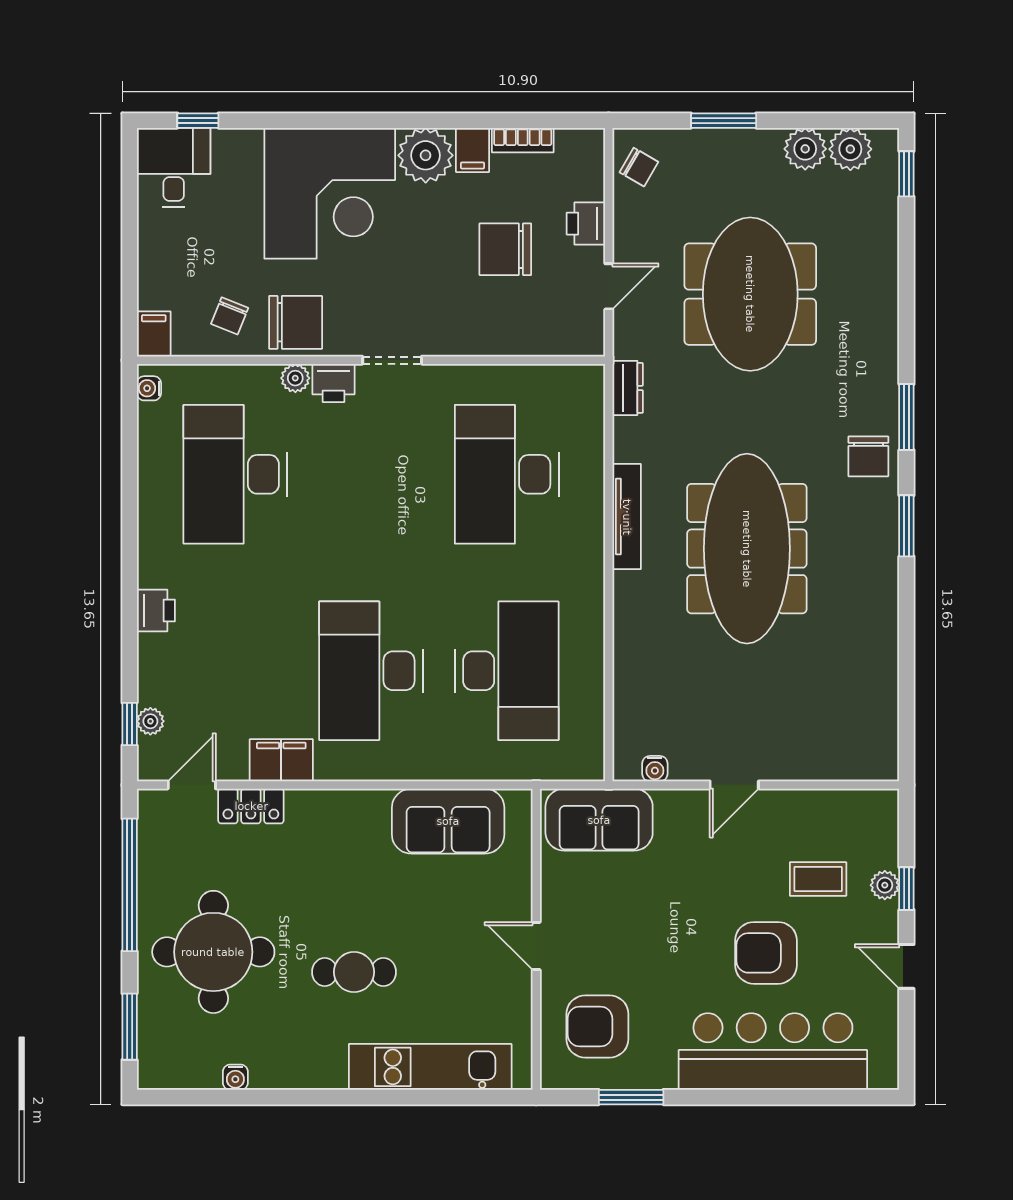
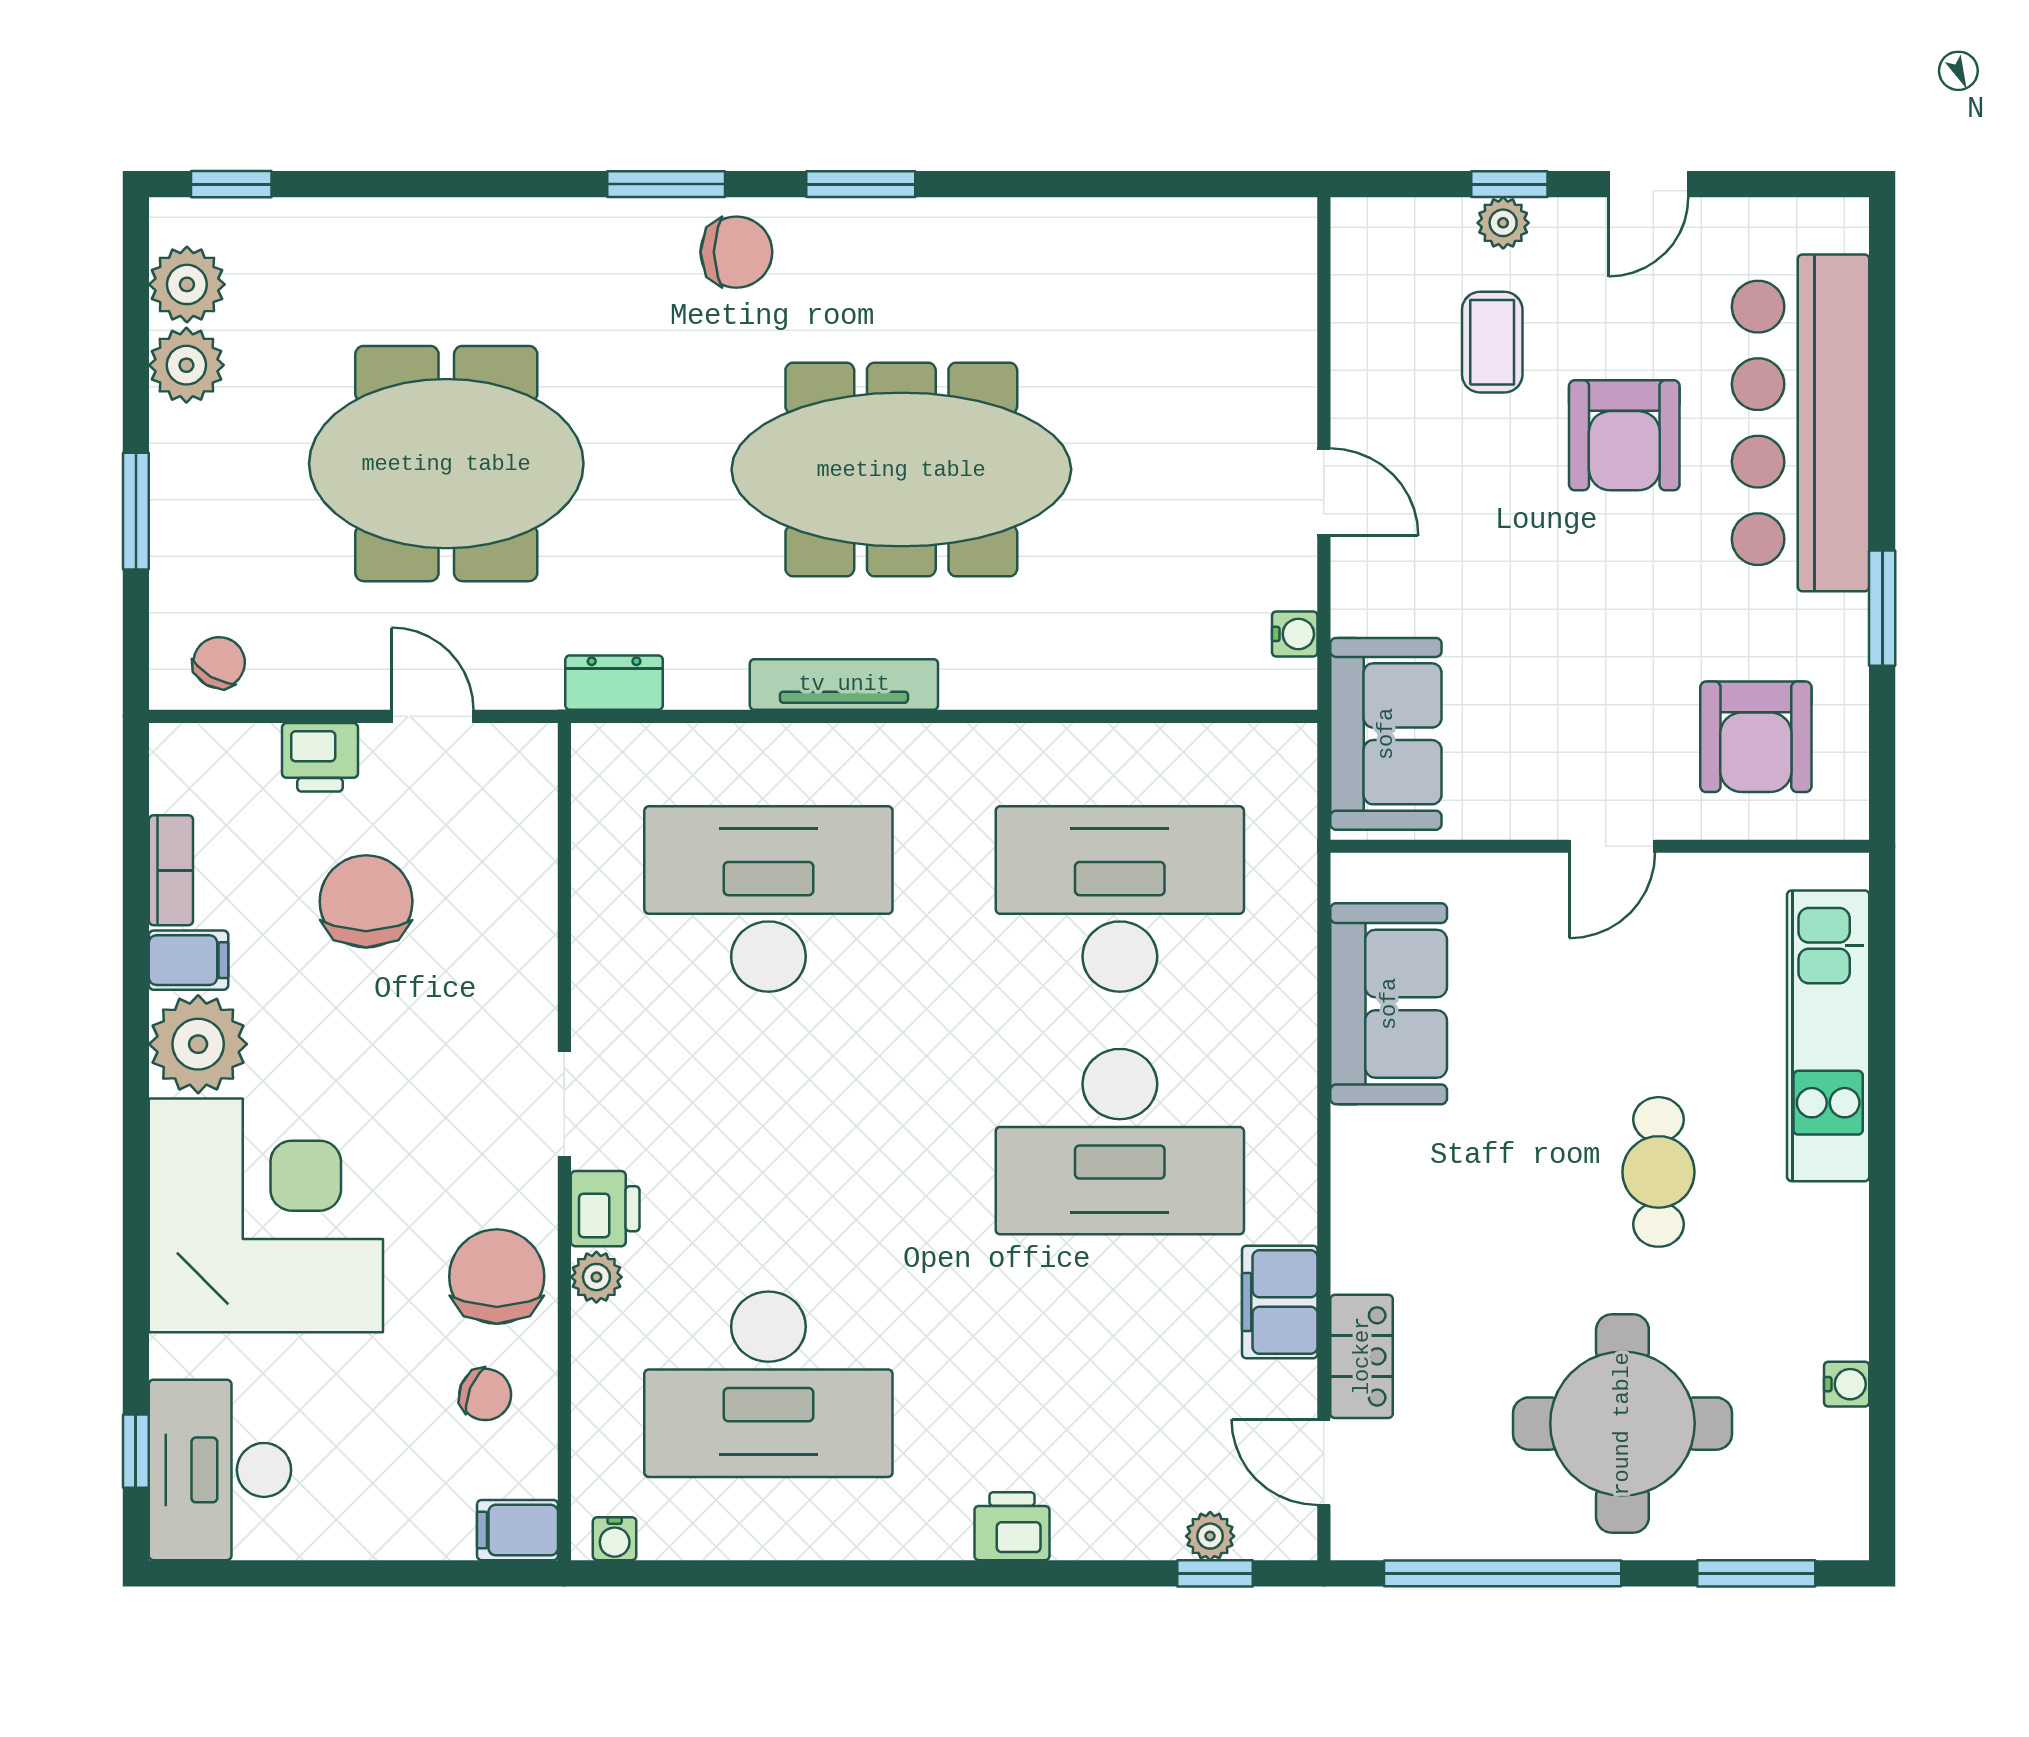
desk: (174, 168) -> (220, 1470), width x1.37
chair: (505, 249) -> (366, 901), turned 180
desk: (507, 474) -> (768, 899), turned 180
window: (631, 1097) -> (1882, 608), moved

